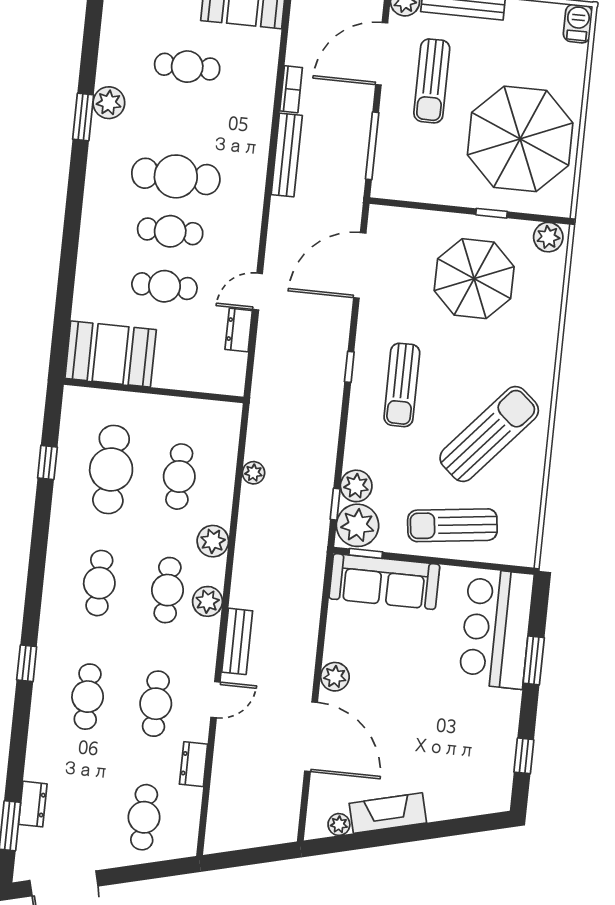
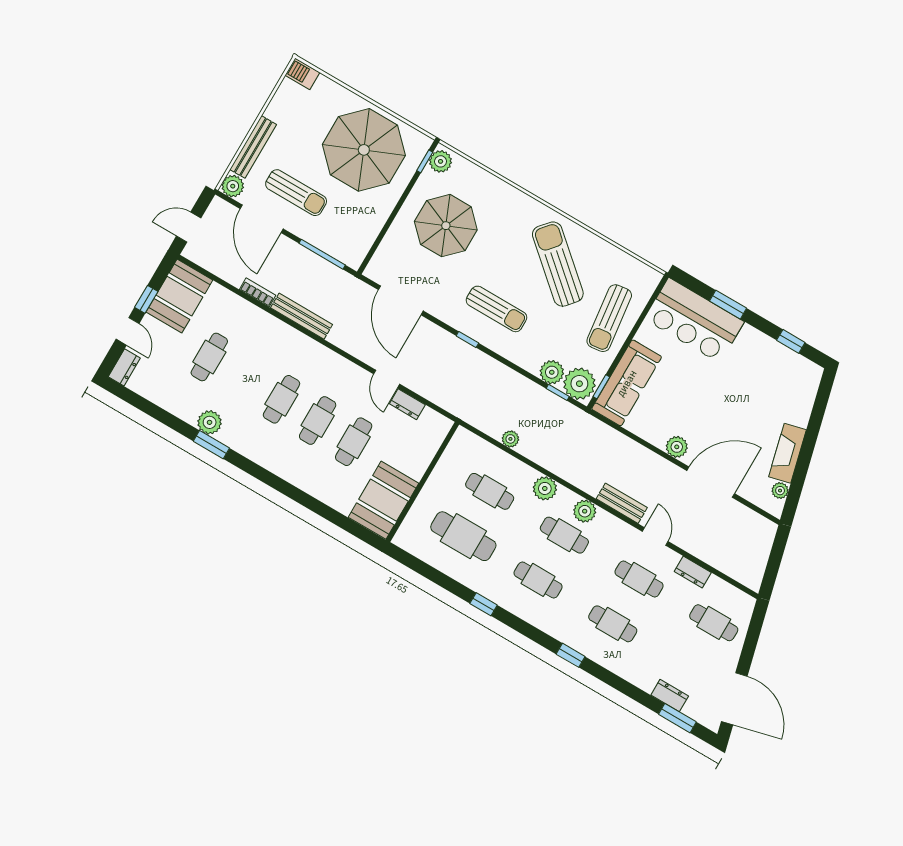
cafe table: (176, 176) -> (281, 399), width x0.73, depth x0.74
window: (492, 213) -> (425, 161), moved
window: (47, 462) -> (484, 604), moved

